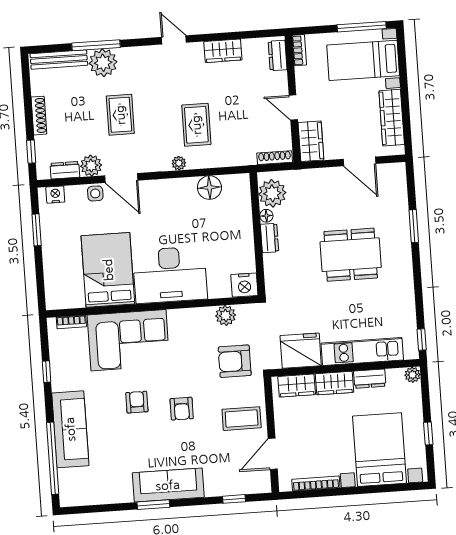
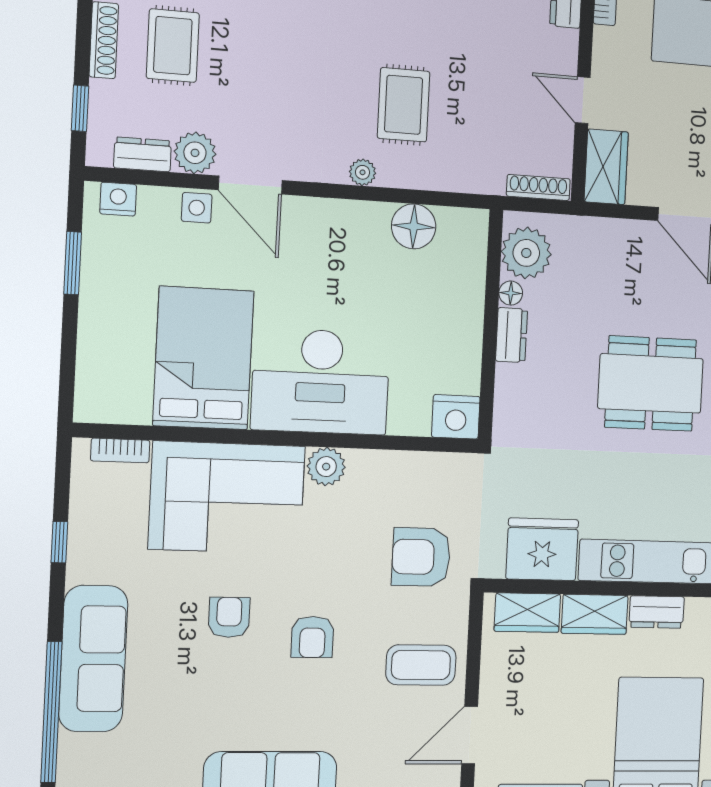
rug: (120, 115) -> (173, 46), moved
plant: (226, 316) -> (326, 467), moved

